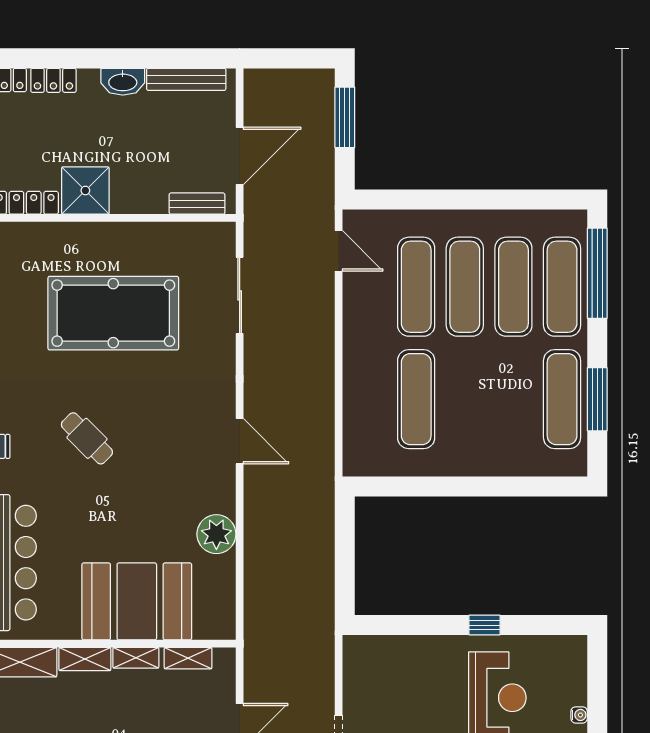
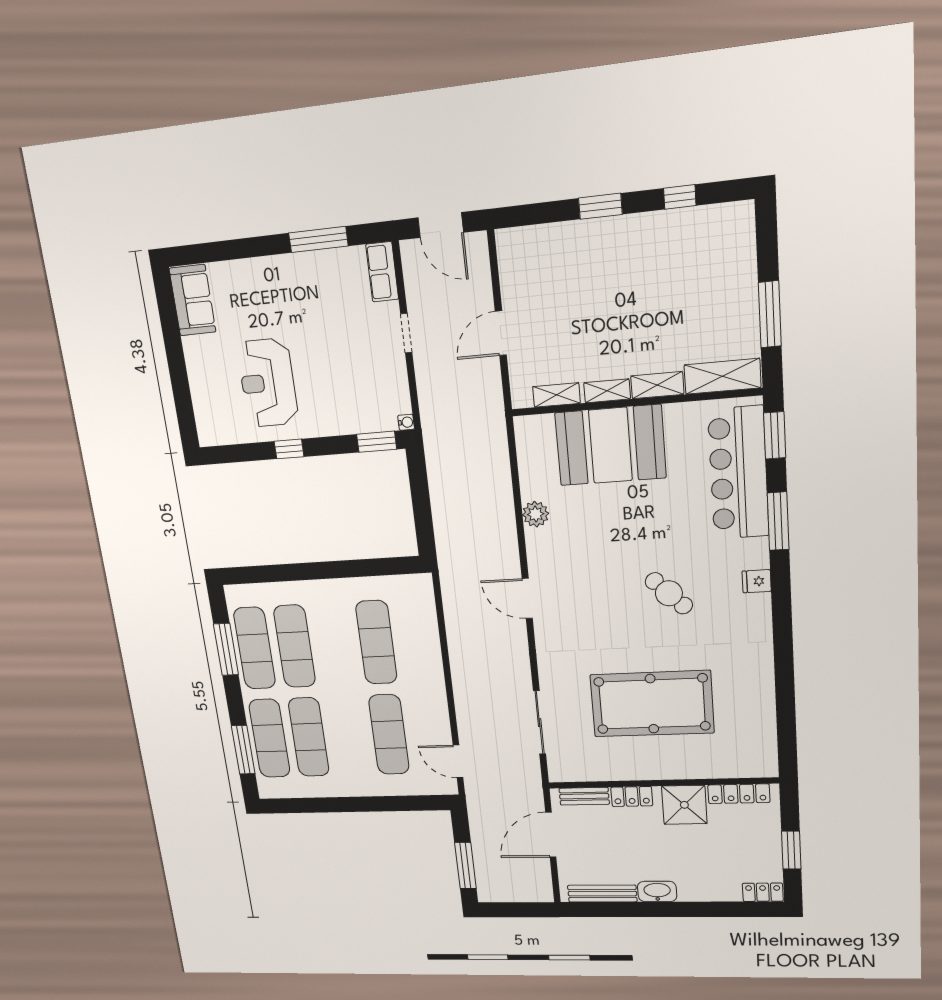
locker: (53, 80) -> (632, 796), moved, turned 180
window: (597, 273) -> (243, 750), width x0.68
exercise mat: (465, 287) -> (295, 646), moved
plant: (216, 534) -> (536, 514), width x0.73, depth x0.73
window: (385, 625) -> (377, 442), added
water cooler: (579, 715) -> (406, 422), moved, turned 180

